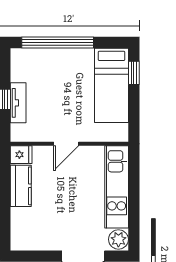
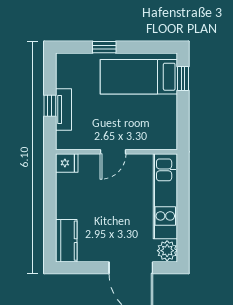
window: (58, 43) -> (104, 47), width x0.32
bed: (112, 85) -> (139, 77), moved, turned 90
kitchen counter: (21, 186) -> (66, 241), moved

